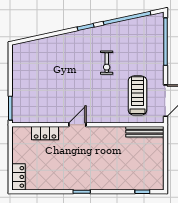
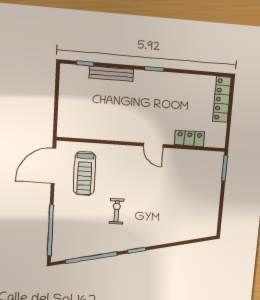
door: (77, 125) -> (153, 145), hinge flipped
bench: (145, 132) -> (111, 74), moved
locker: (18, 177) -> (222, 99), width x1.53

